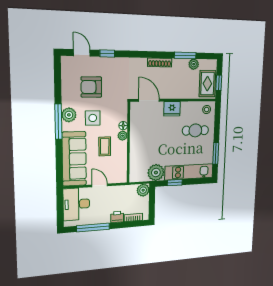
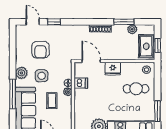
armchair: (91, 87) -> (40, 50), turned -90
window: (58, 122) -> (13, 94), moved
dishwasher: (137, 125) -> (81, 83), added

